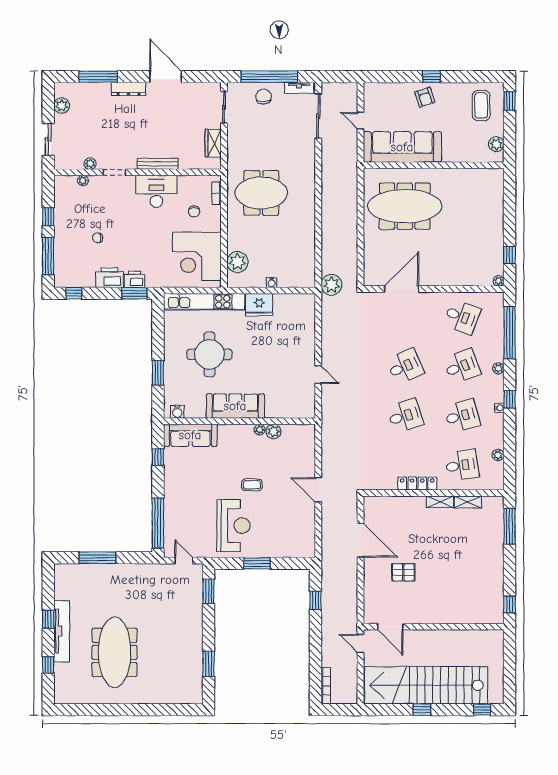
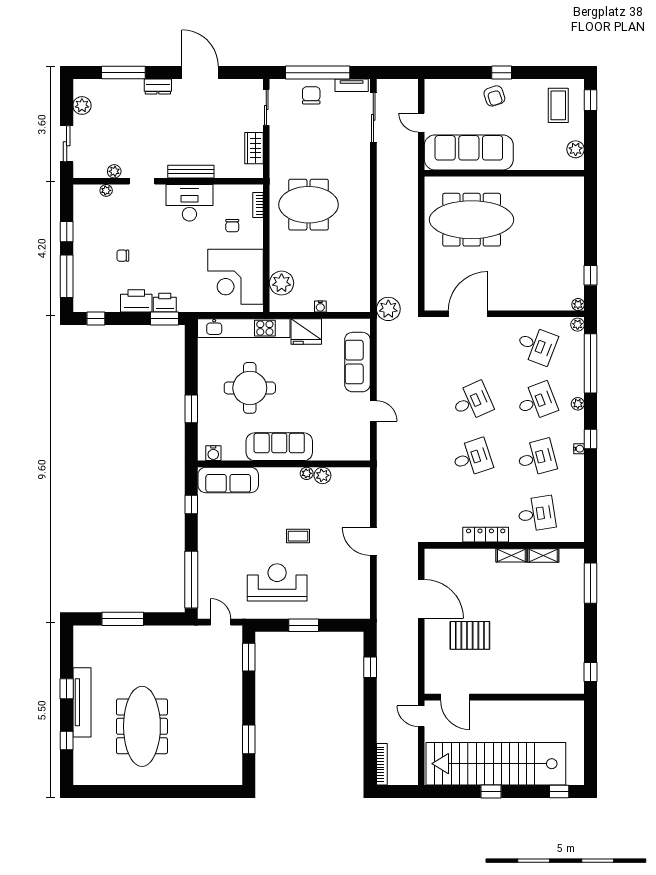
dresser: (129, 89) -> (158, 87), width x0.70
sofa: (304, 332) -> (357, 362), added
plant: (498, 455) -> (578, 325), moved
reception desk: (233, 526) -> (277, 582), turned -90
pallet: (403, 572) -> (470, 635), width x1.50, depth x1.42

